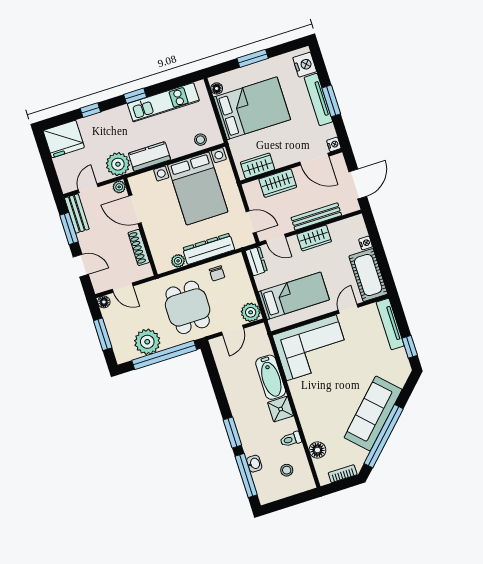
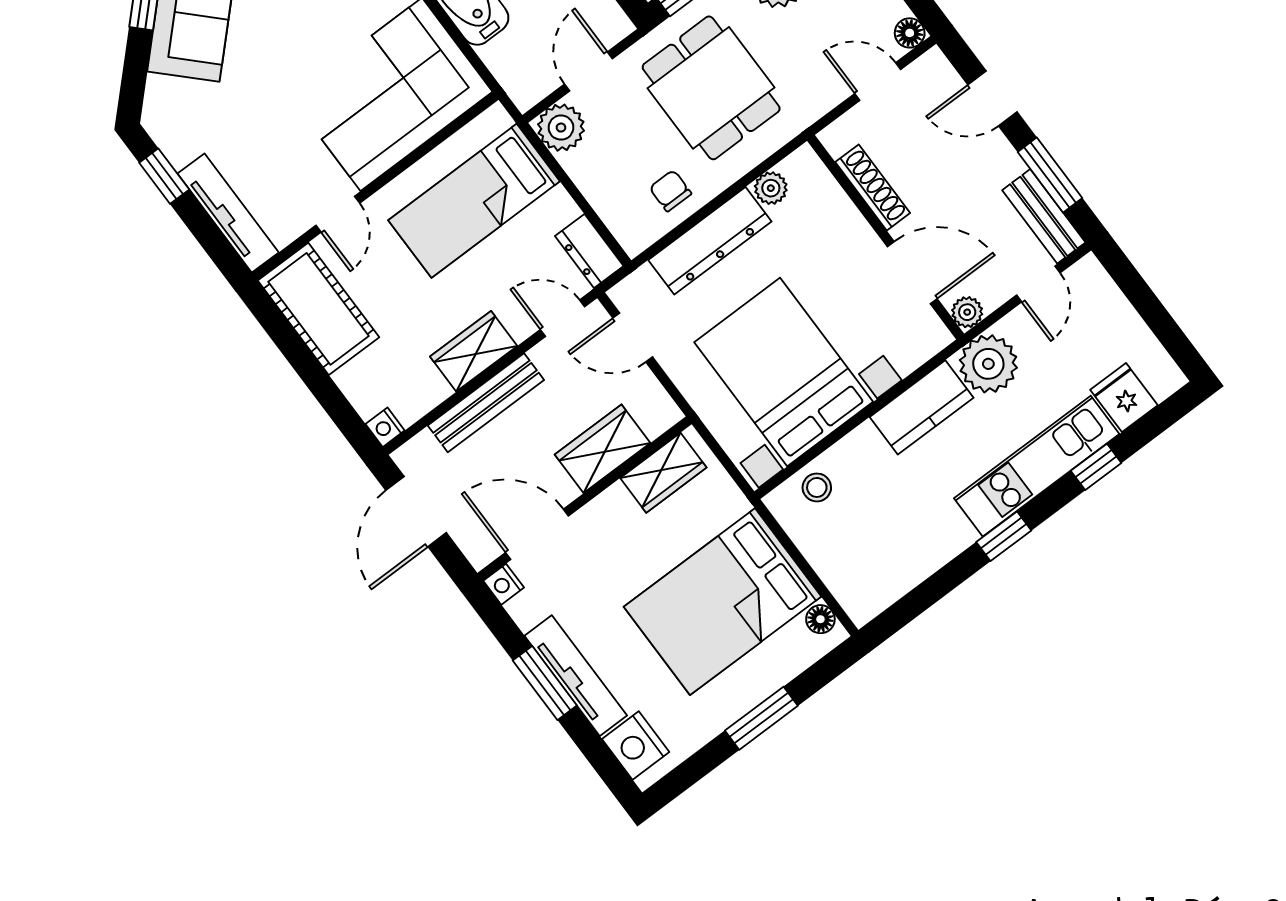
kitchen unit: (163, 102) -> (1037, 466), moved
fridge: (64, 139) -> (1124, 397), width x0.53, depth x0.75
nightstand: (366, 243) -> (385, 427), moved

